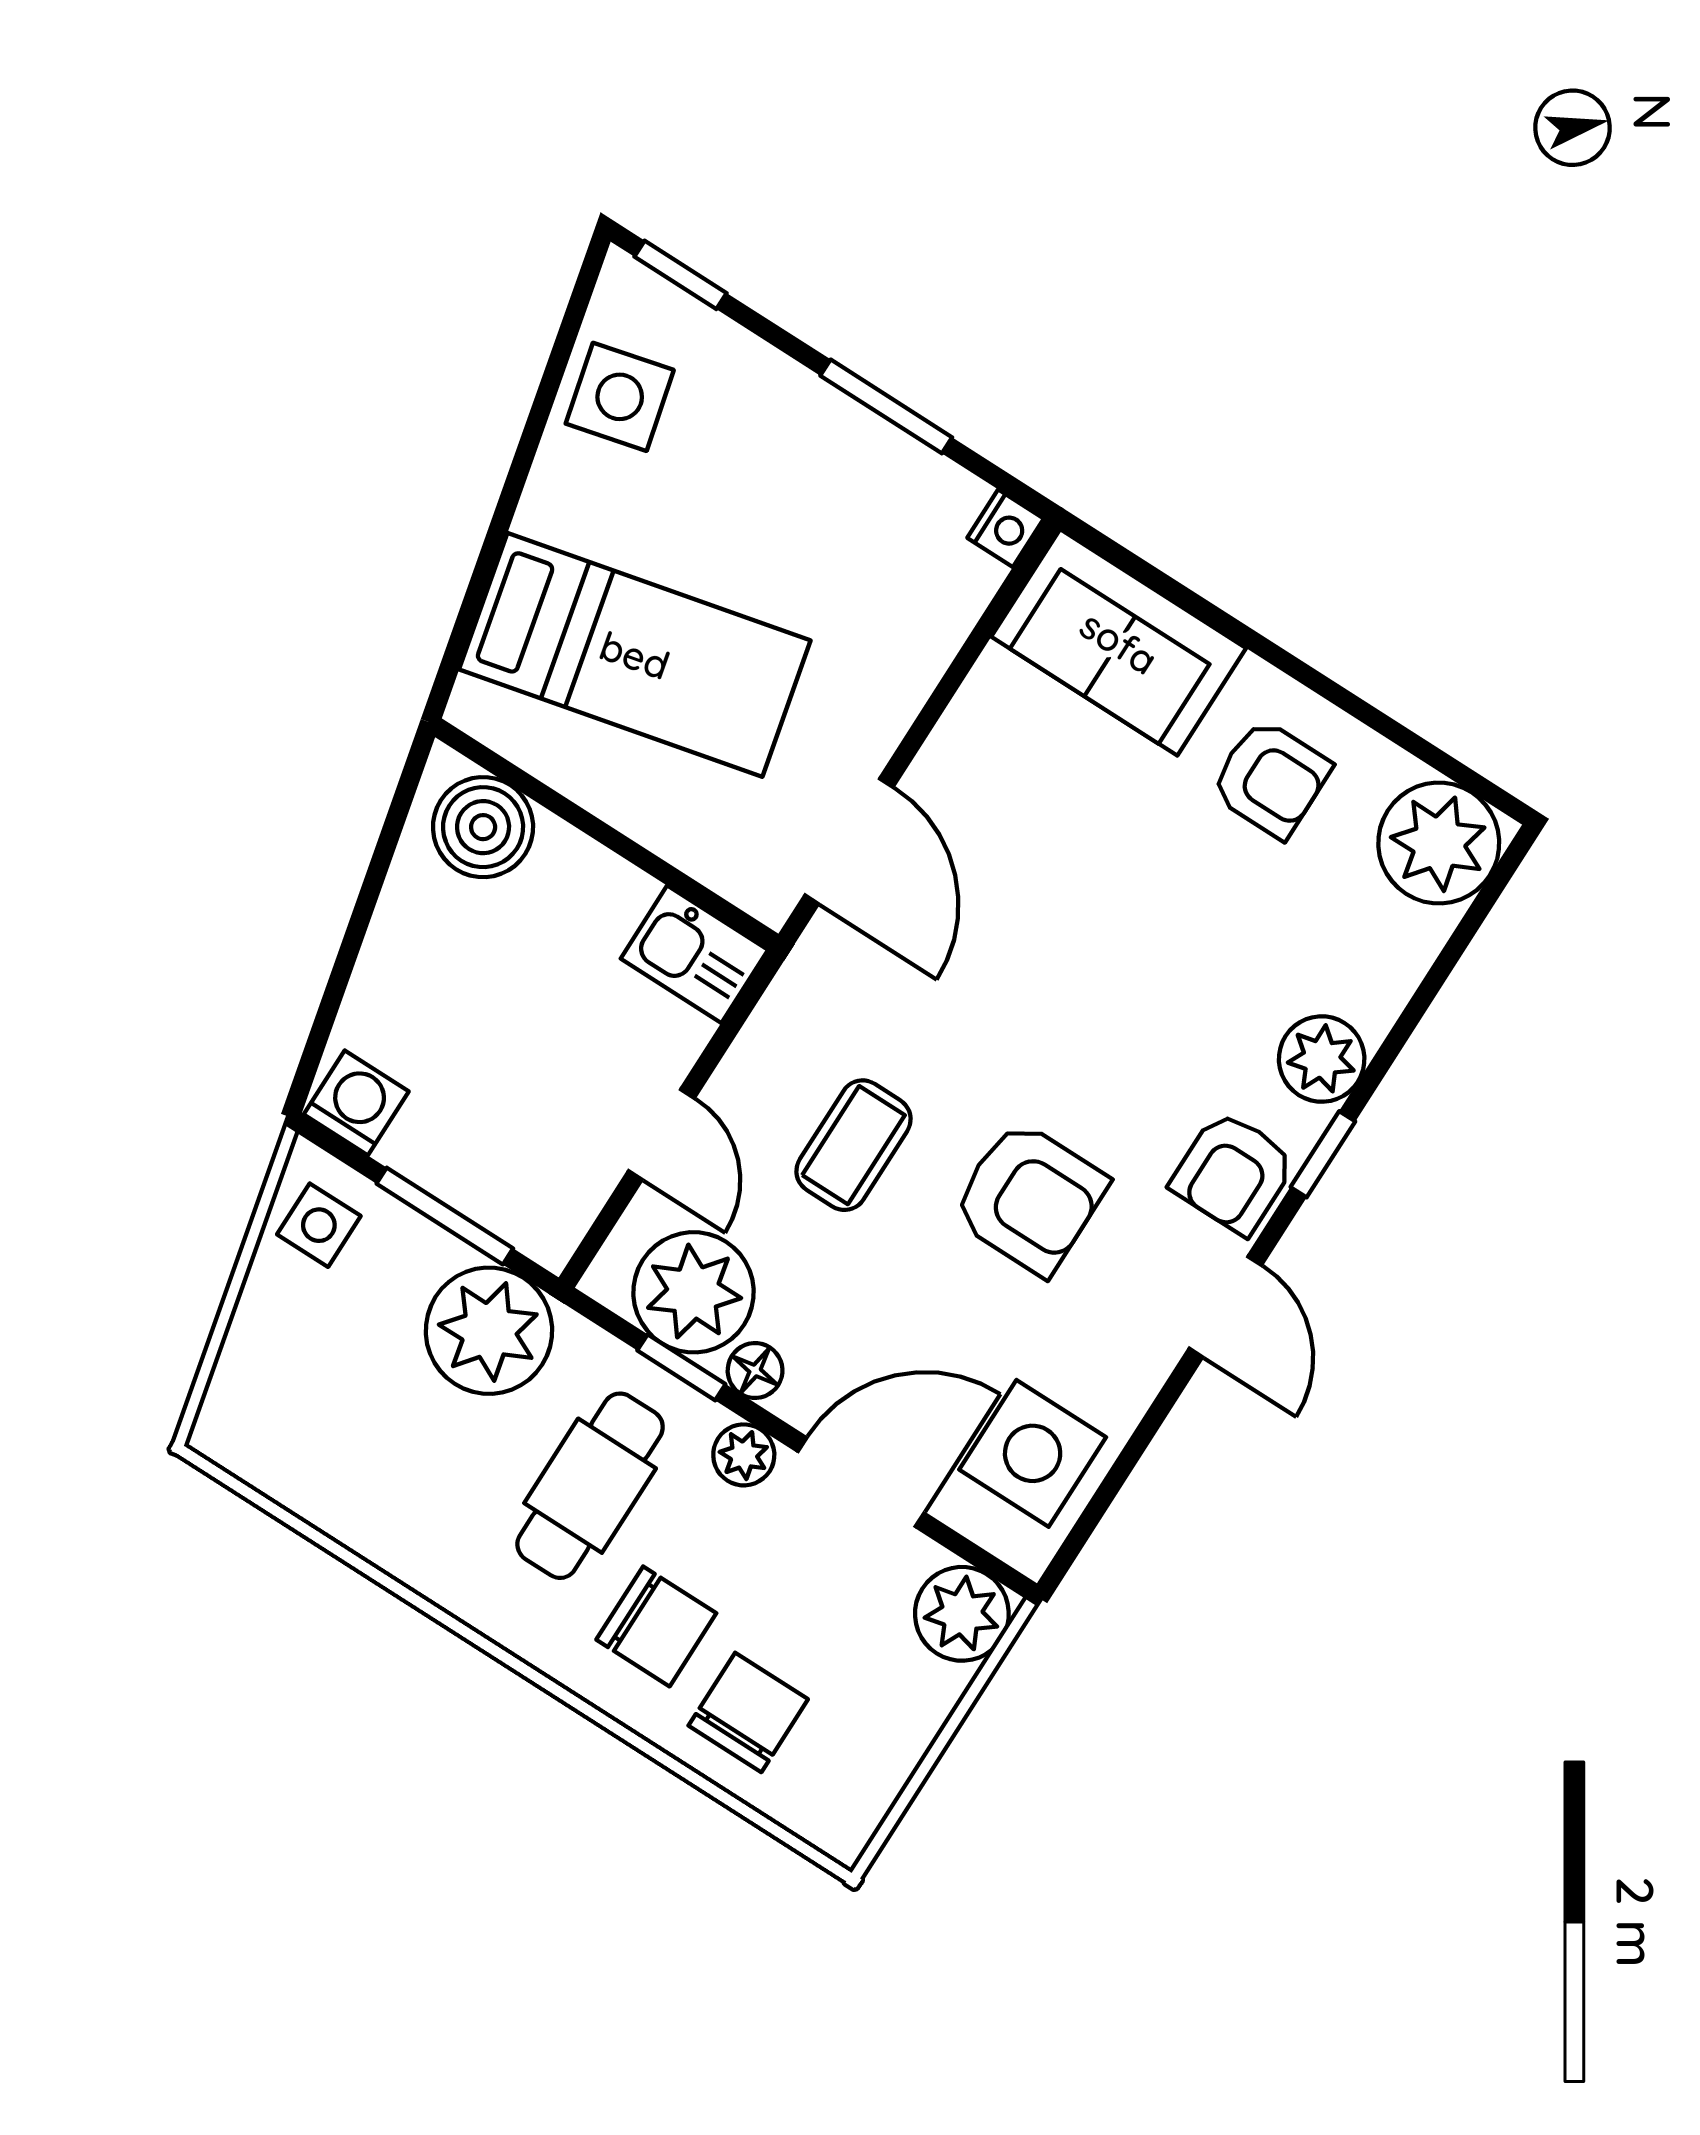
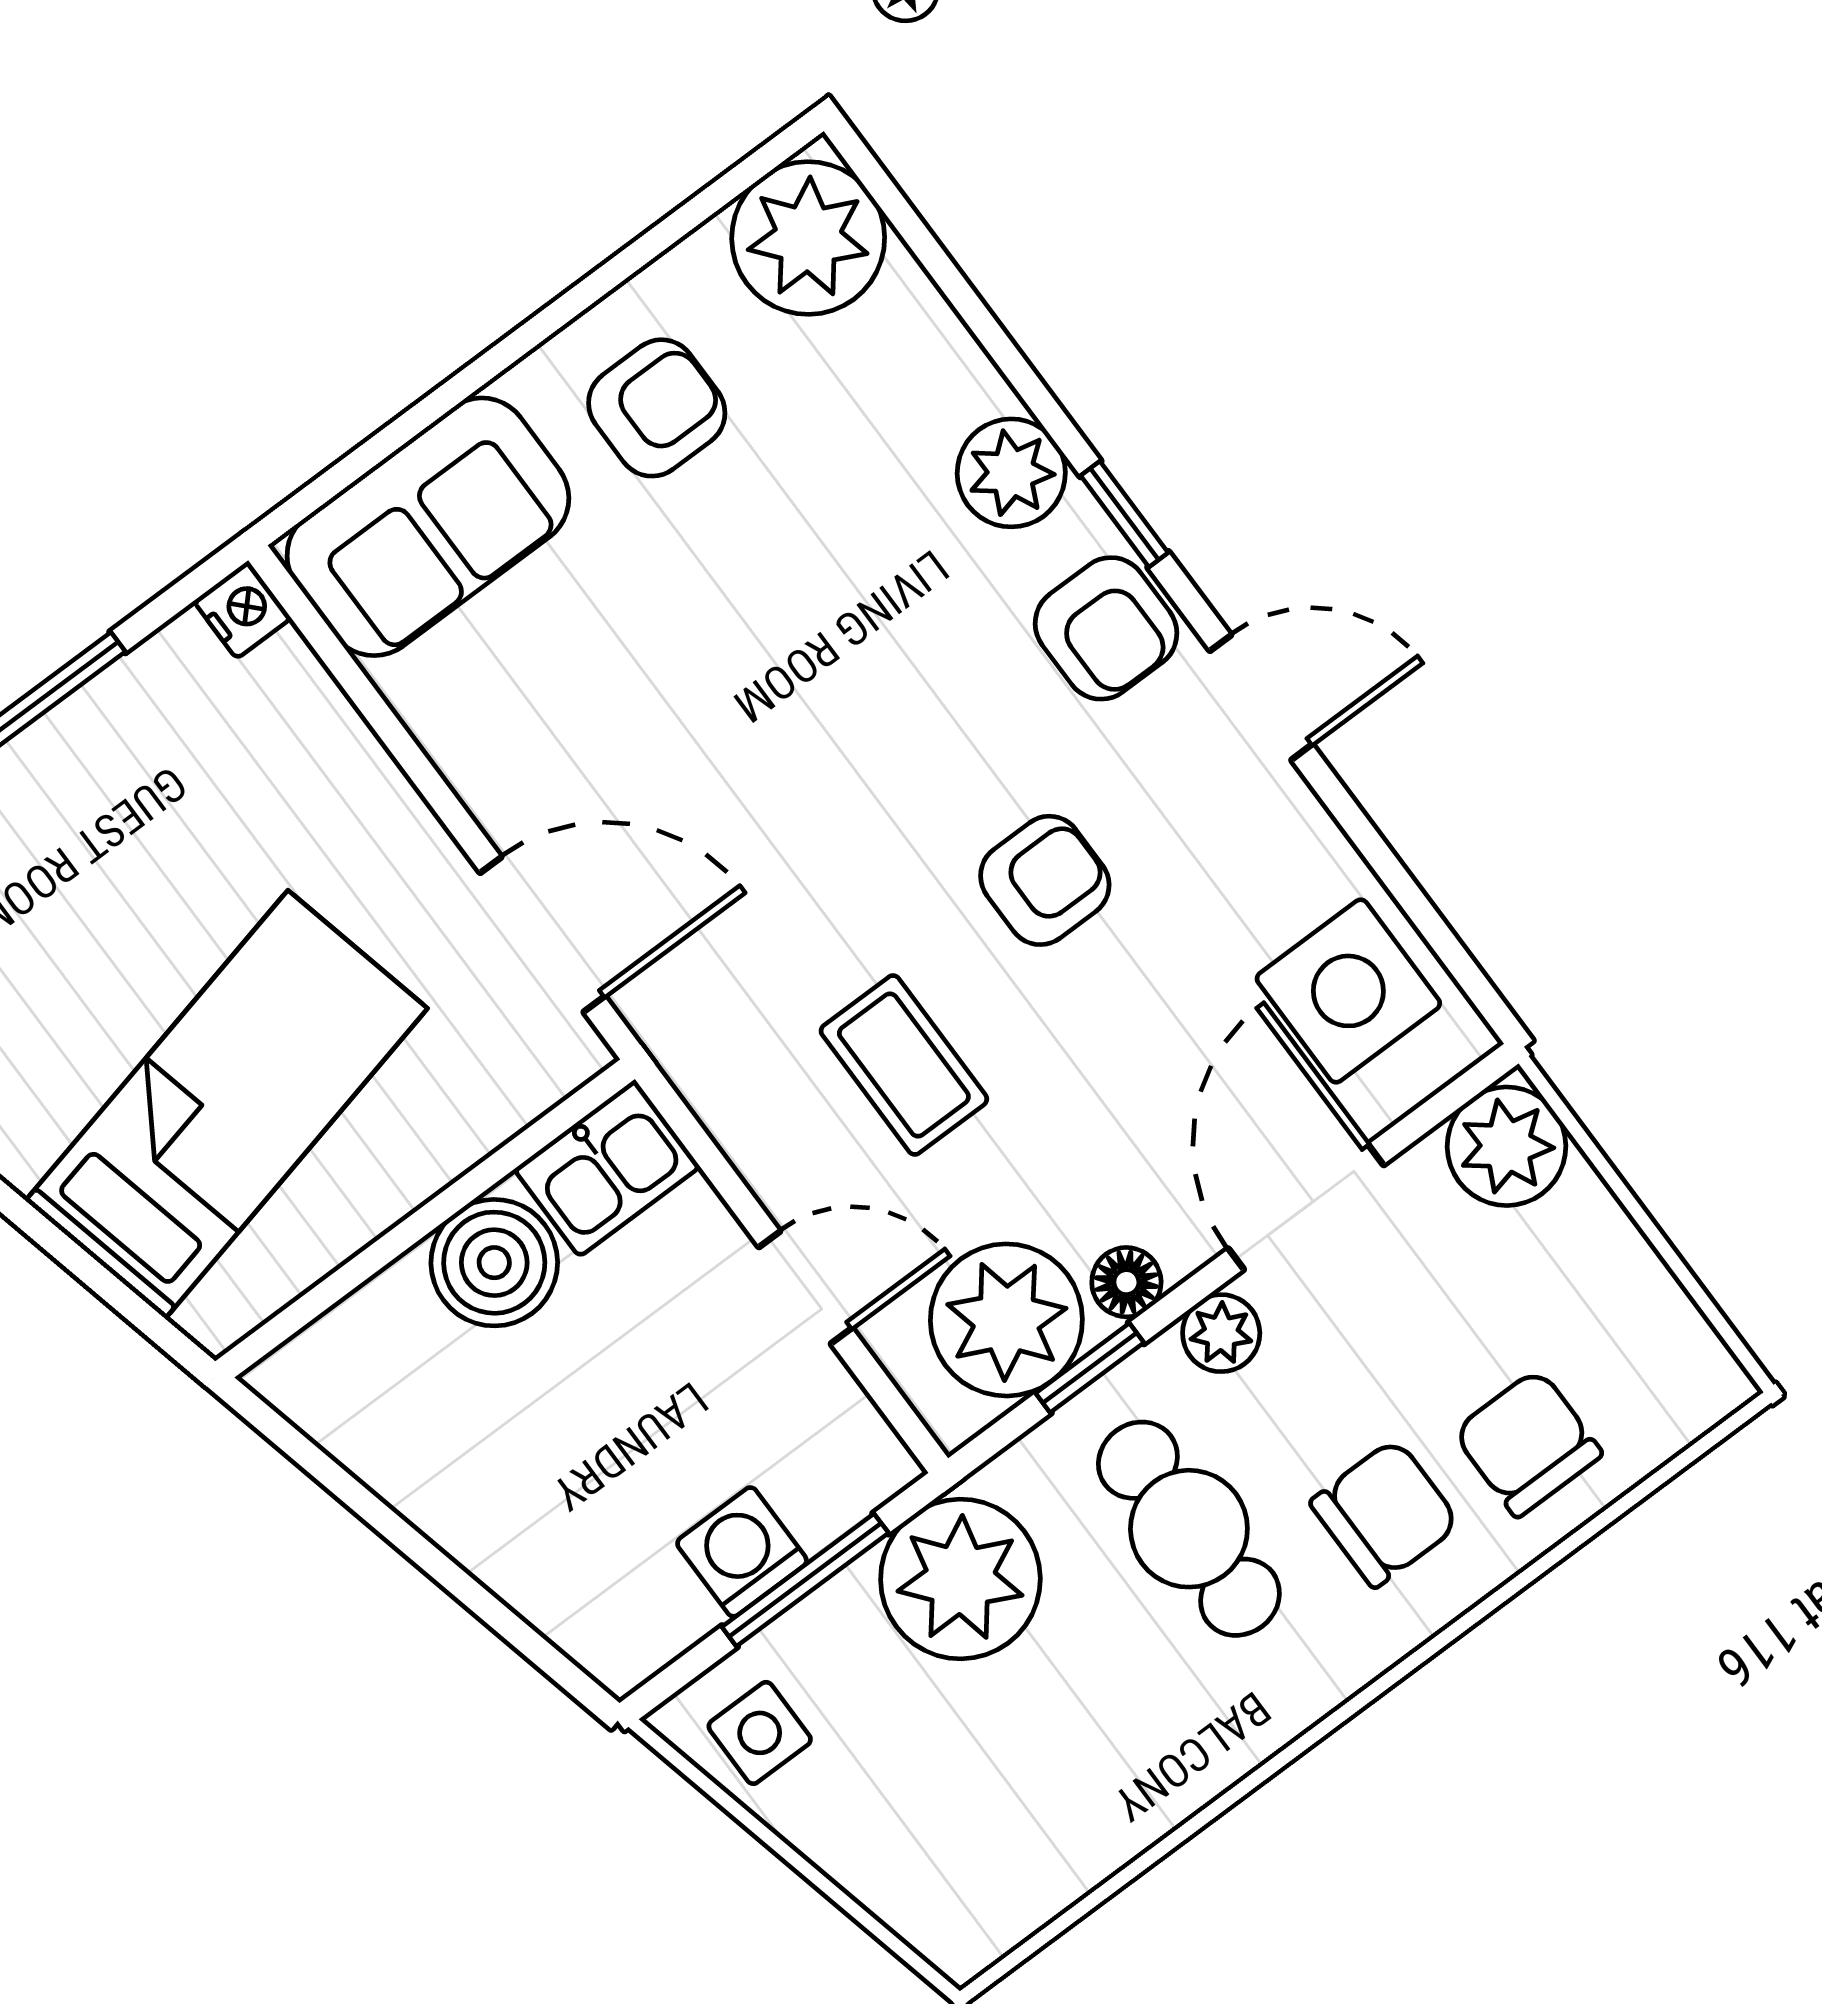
boiler: (483, 827) -> (494, 1263), moved
washing machine: (356, 1103) -> (742, 1552), moved
armchair: (1029, 1198) -> (1045, 880), width x0.72, depth x0.72

